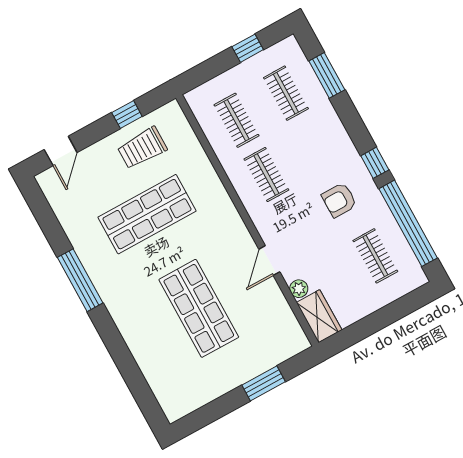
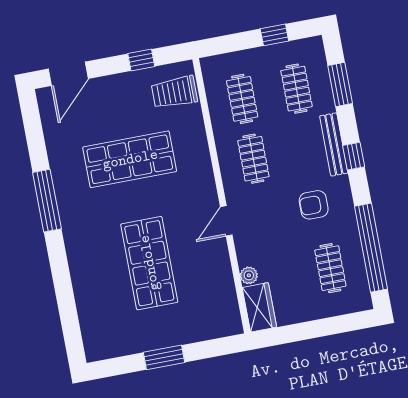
bench: (340, 135) -> (334, 144), added
trolley: (142, 148) -> (174, 92), moved
door: (61, 151) -> (68, 74), width x1.38
window: (375, 163) -> (354, 156), moved
door: (269, 260) -> (226, 221), moved
window: (264, 383) -> (164, 357), moved

